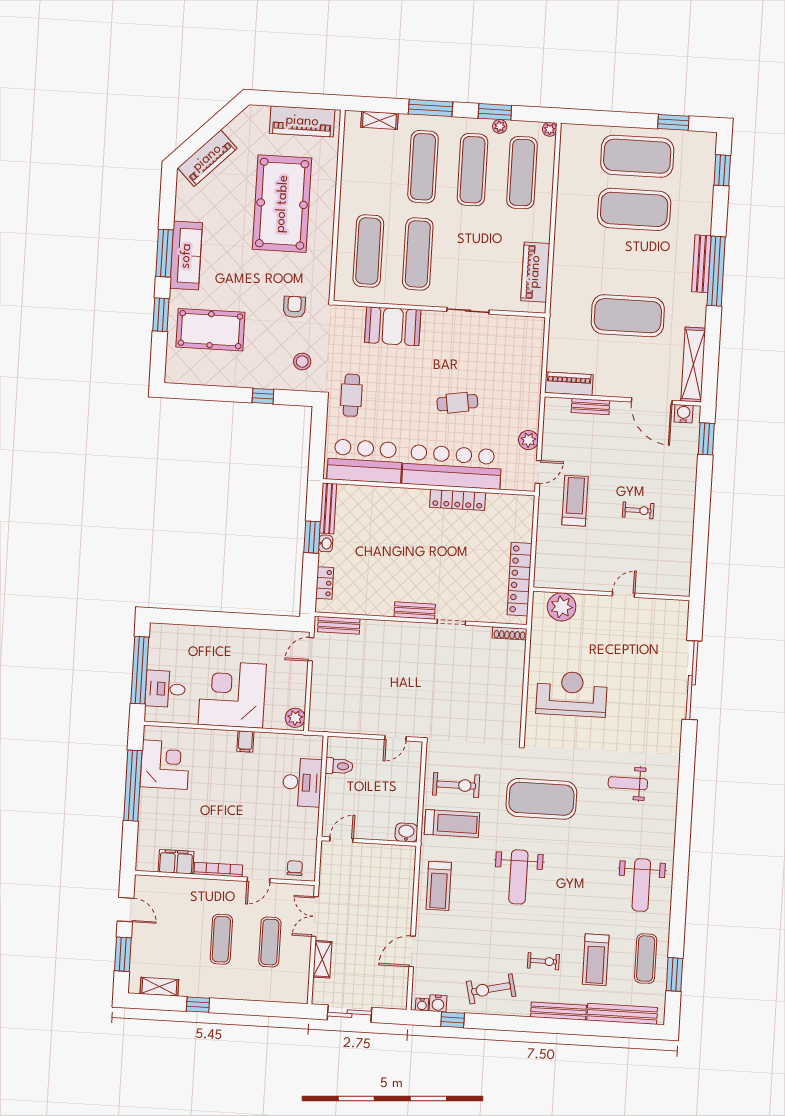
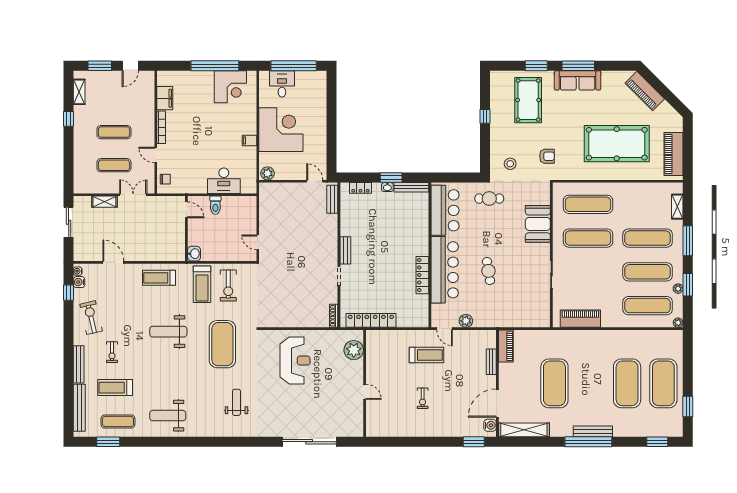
window: (263, 396) -> (485, 116), moved
toilet: (339, 766) -> (215, 205), moved

